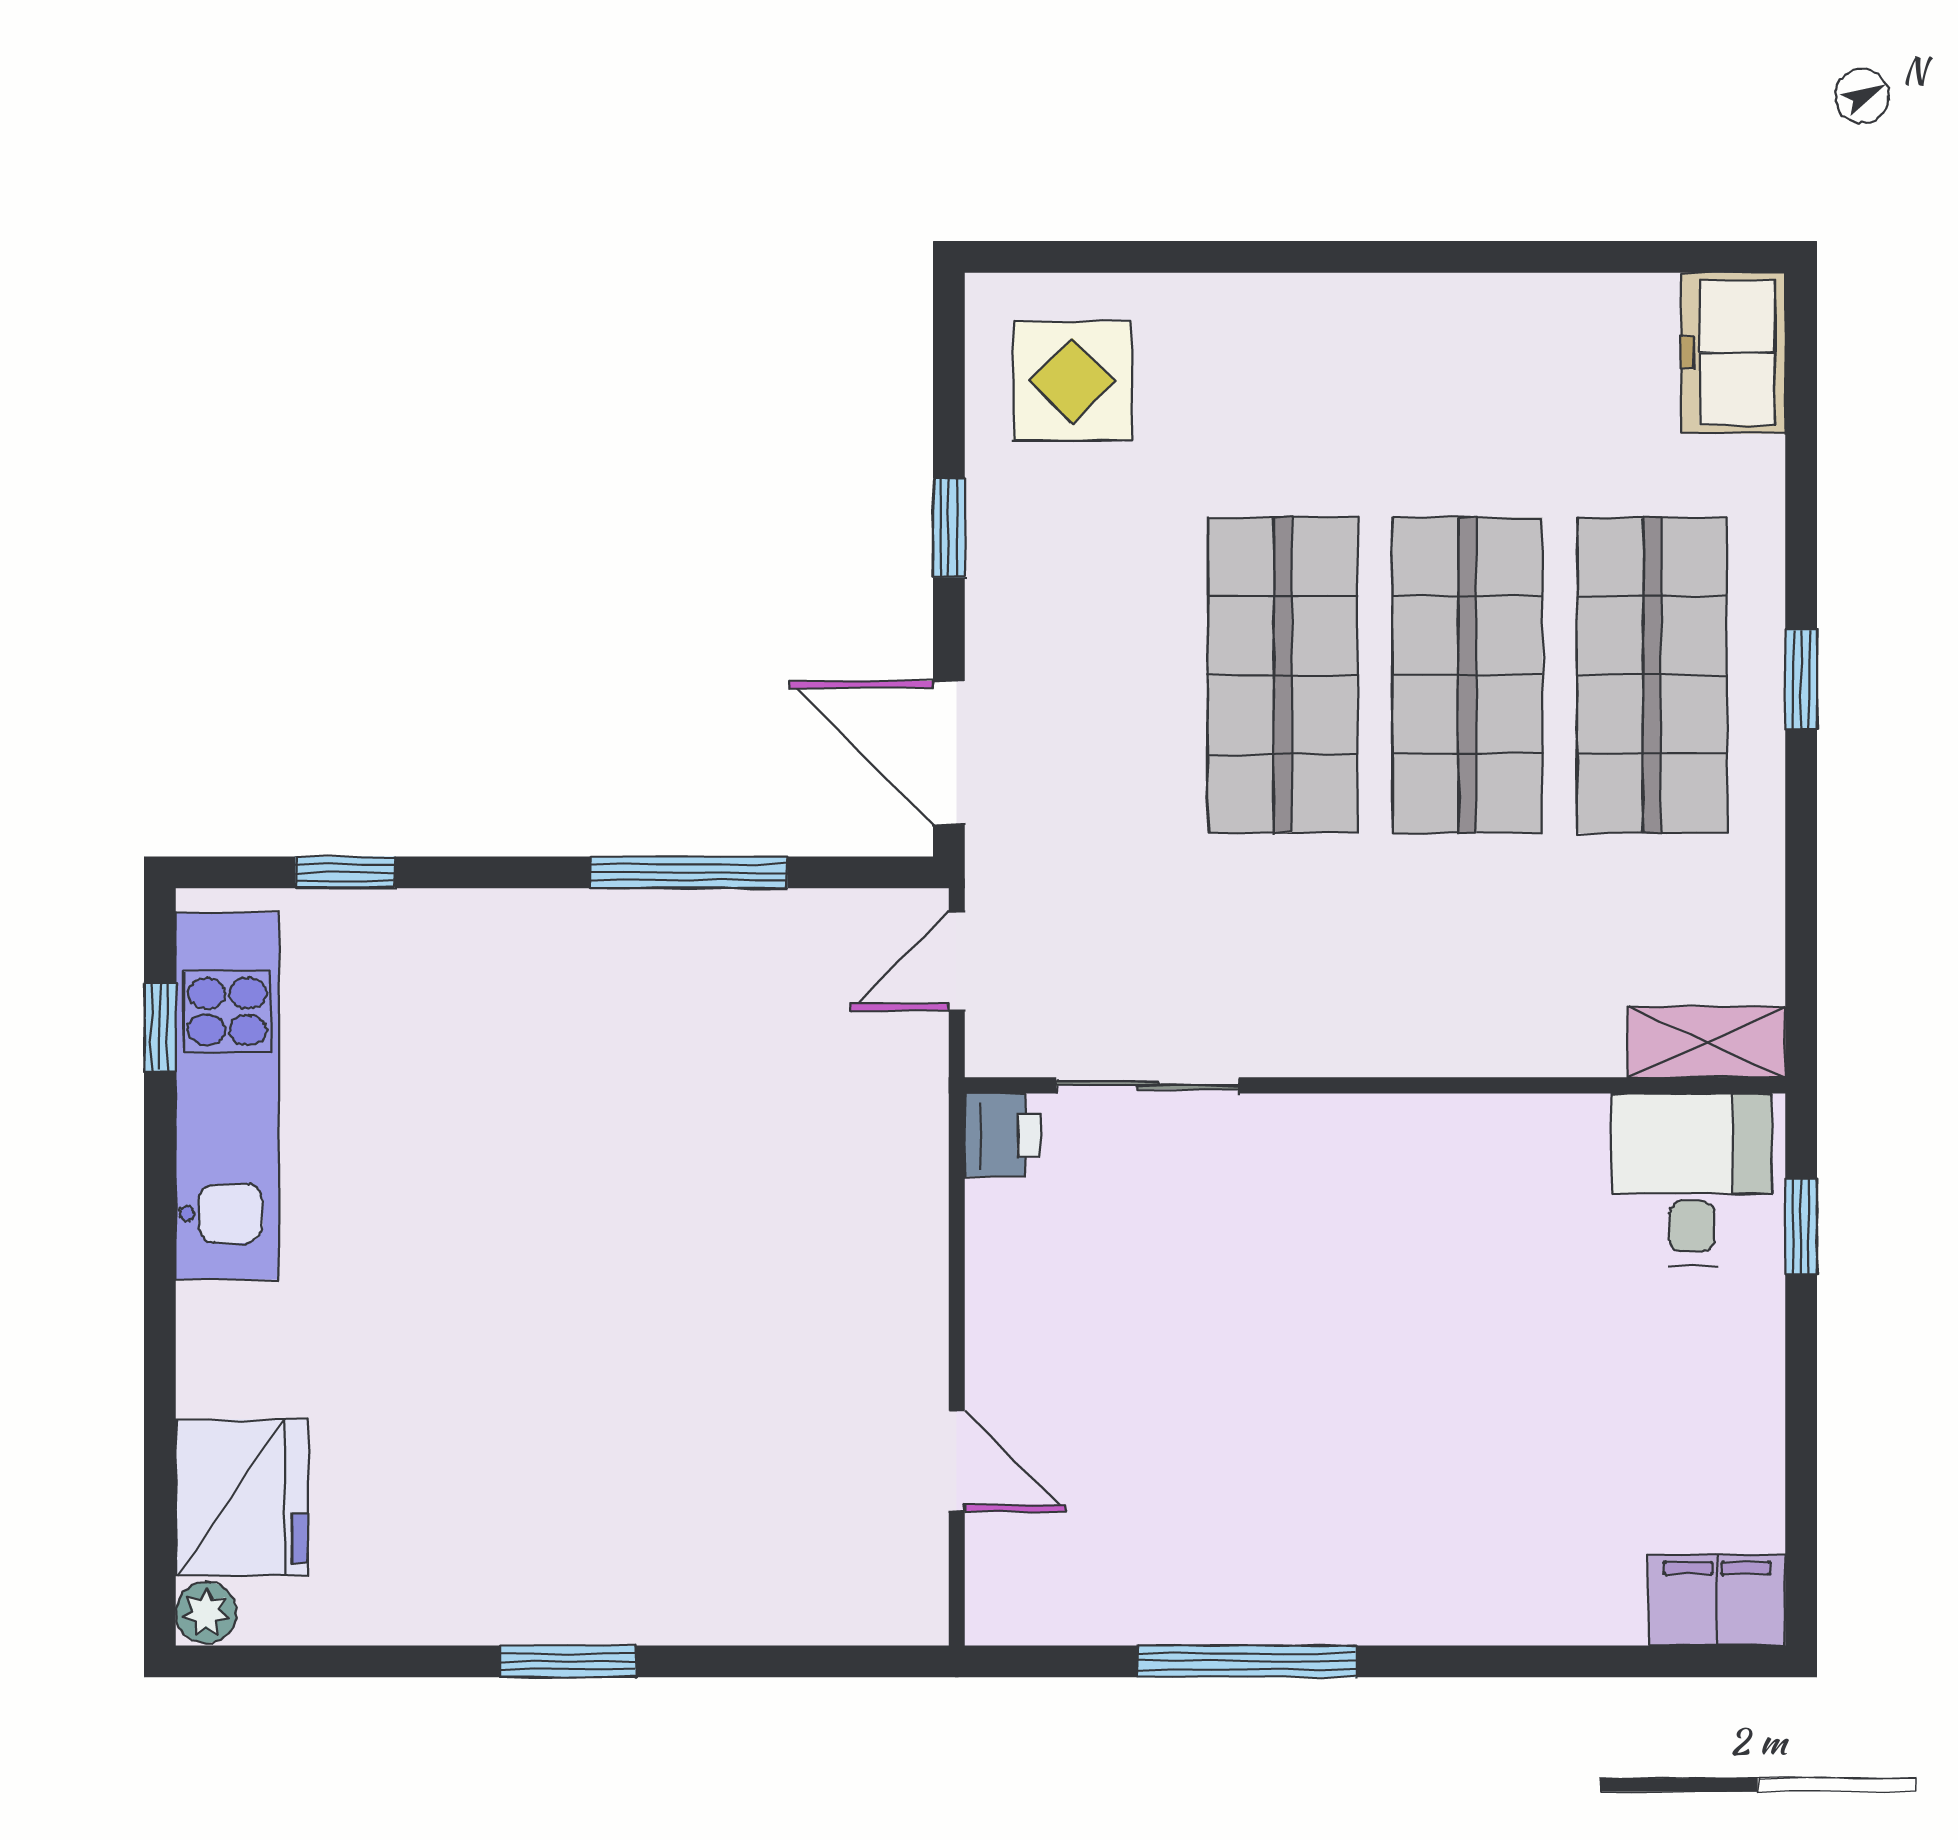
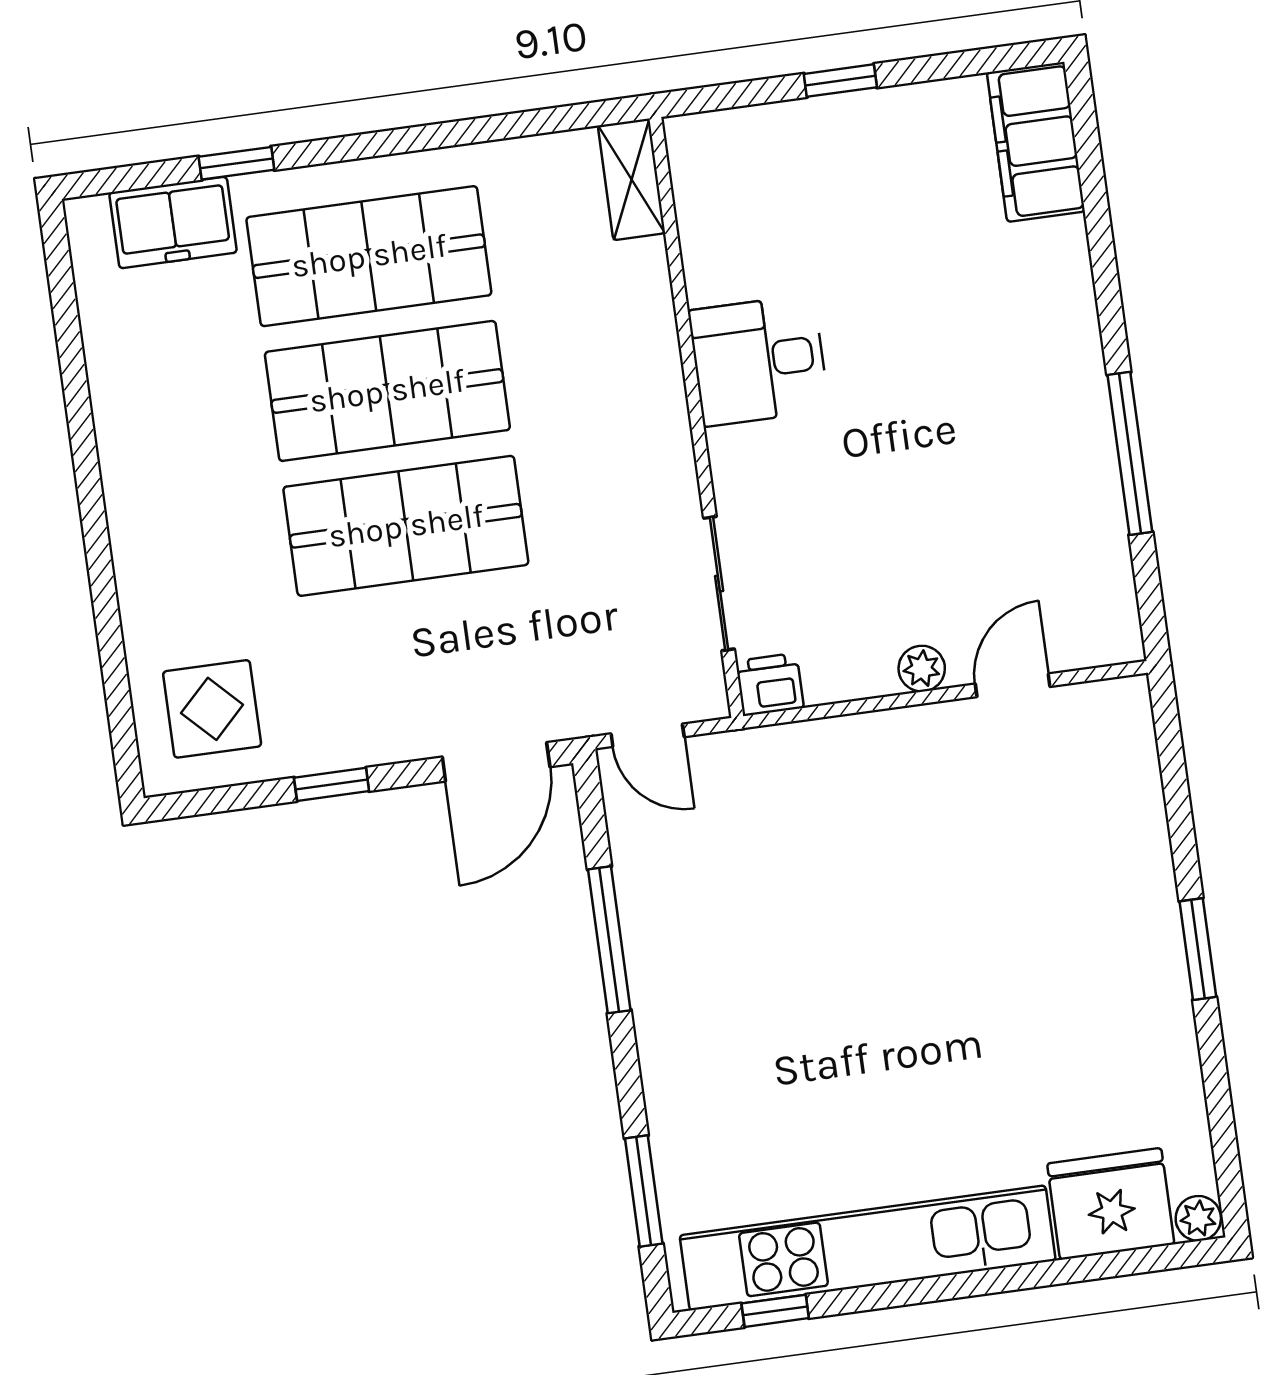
freezer: (1733, 353) -> (173, 223), moved
window: (1801, 679) -> (236, 163), moved
window: (345, 872) -> (644, 1191), width x1.50
kitchen unit: (227, 1096) -> (868, 1248), width x1.36
desk: (1692, 1180) -> (759, 360), moved
window: (1801, 1227) -> (840, 81), moved
plant: (996, 1342) -> (922, 669), added
filing cabinet: (1717, 1600) -> (1036, 142), width x1.50, depth x1.17

